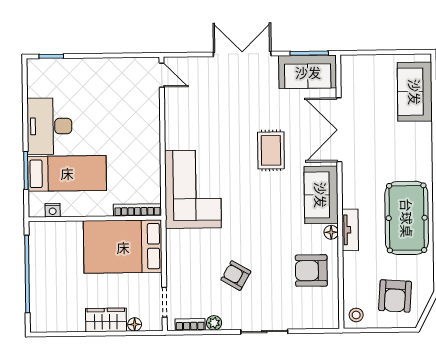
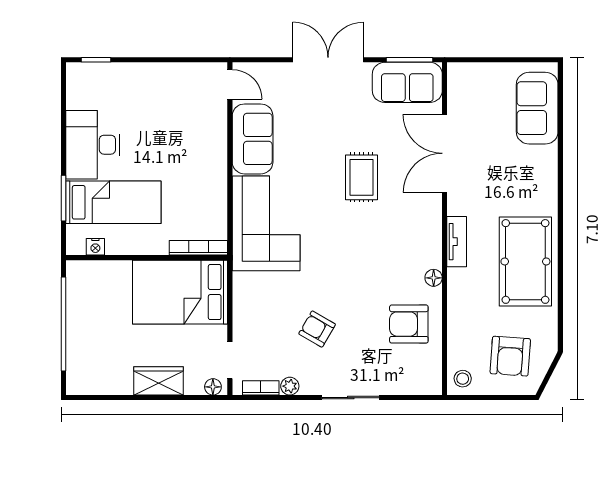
sofa: (321, 195) -> (253, 139), moved, turned 180
tv unit: (350, 230) -> (457, 242), moved
floor lamp: (135, 324) -> (213, 387), moved

